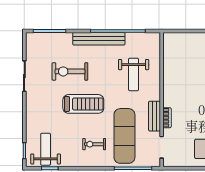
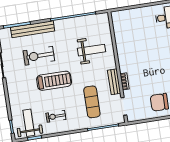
bench: (99, 39) -> (33, 29), moved
weight bench: (134, 74) -> (92, 50), turned -90
exercise mat: (124, 136) -> (92, 102), width x0.73, depth x0.69
exercise bike: (94, 144) -> (56, 116), moved

